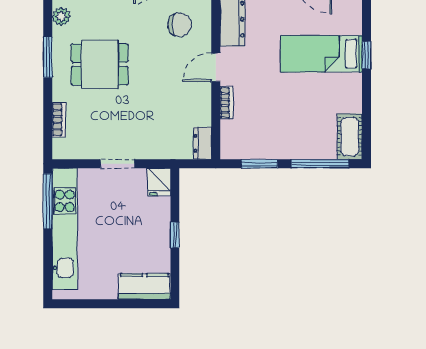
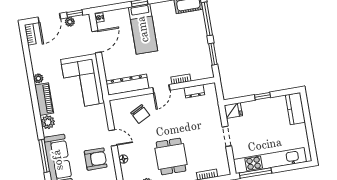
chair: (179, 25) -> (140, 114), turned 153
door: (216, 67) -> (161, 89), hinge flipped
dresser: (202, 143) -> (194, 91), moved

